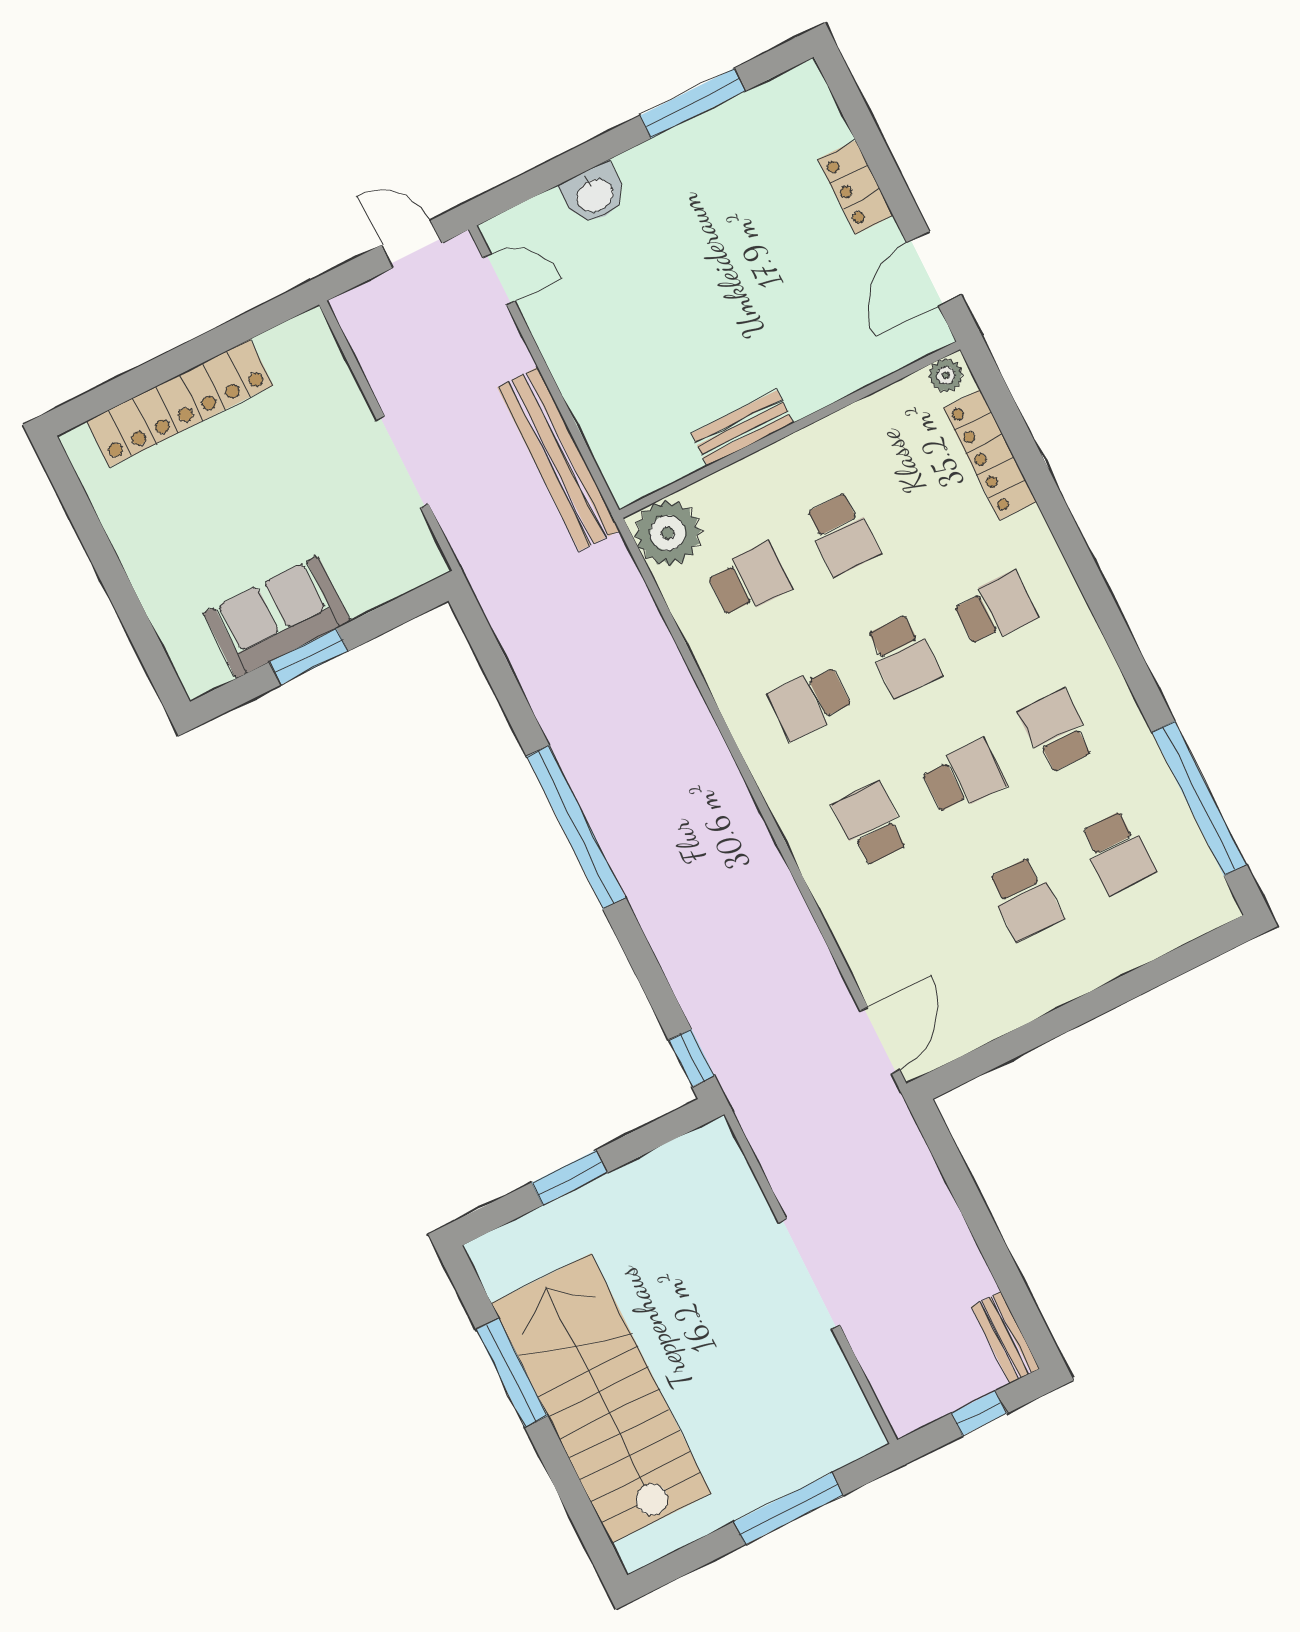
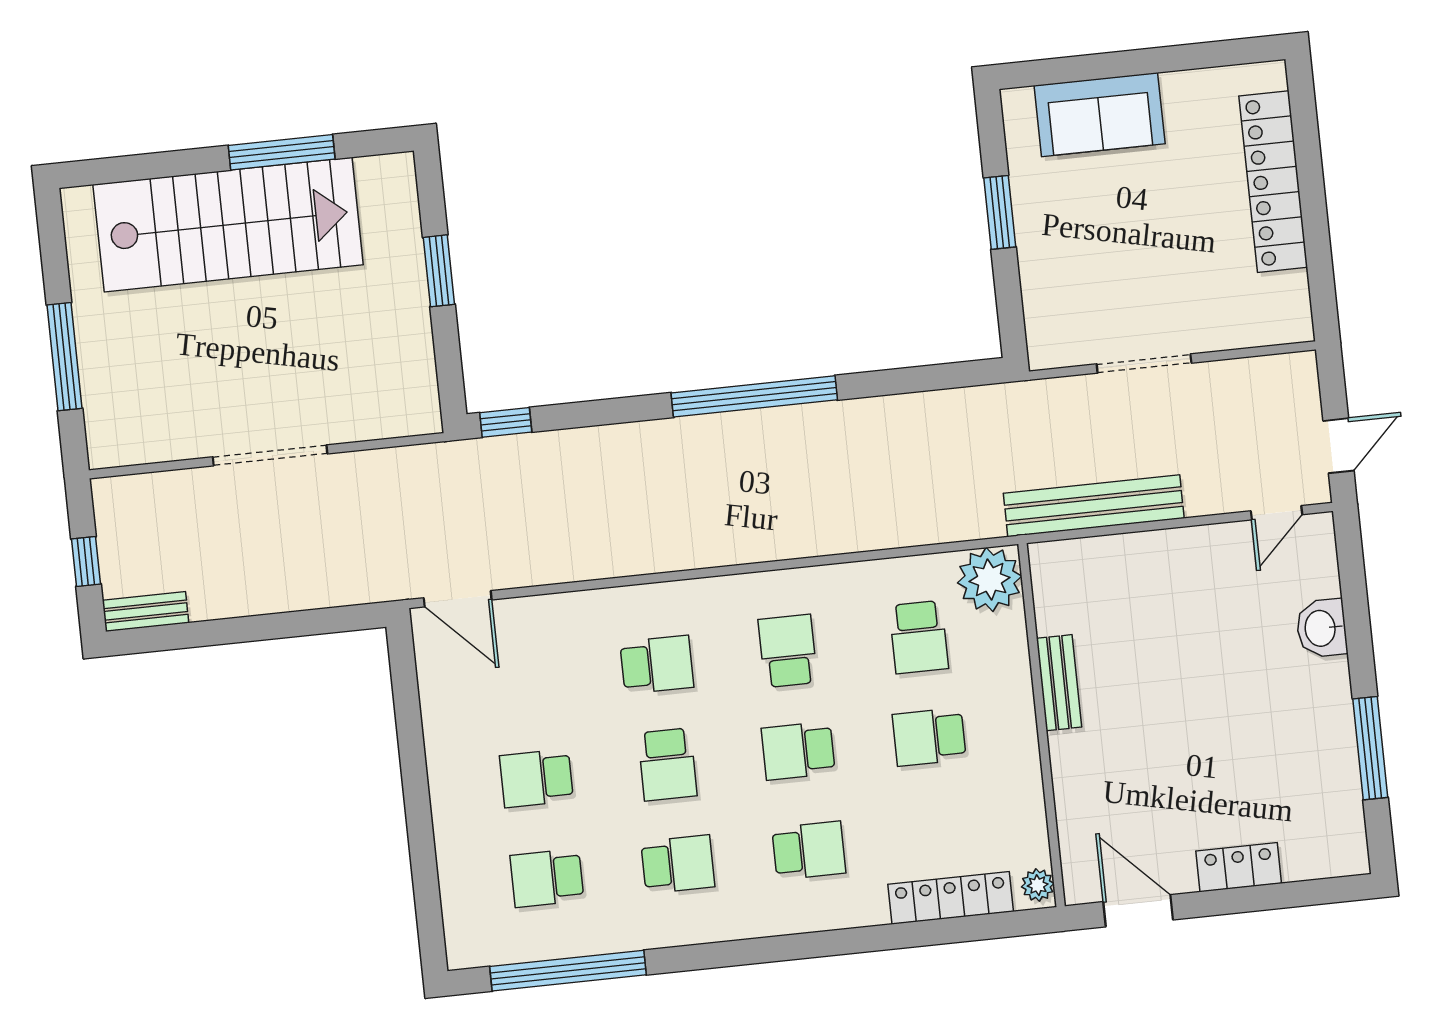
school desk: (996, 609) -> (809, 850), turned -90
sofa: (277, 617) -> (1100, 115), moved, turned 90

